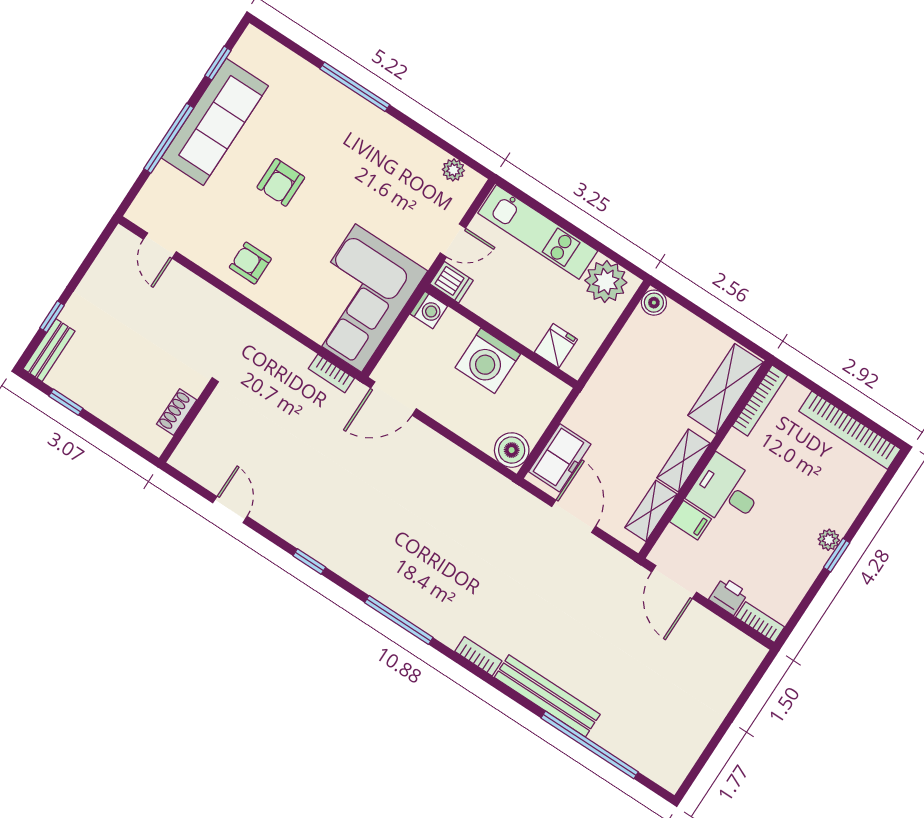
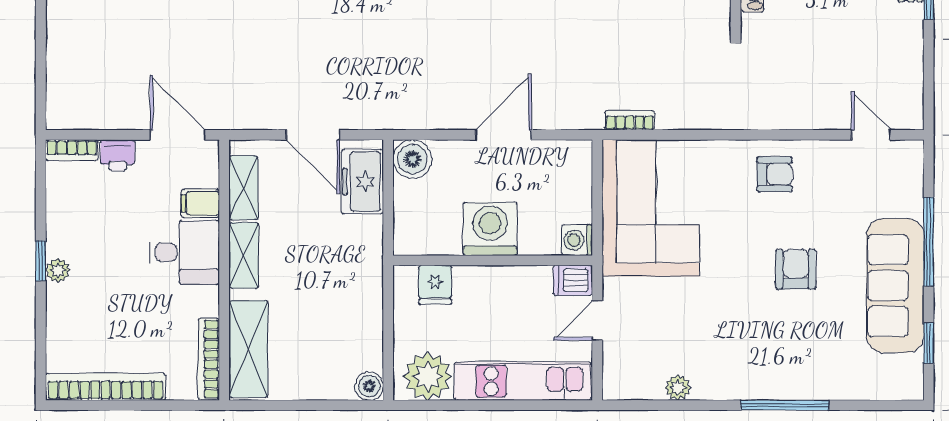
plant: (453, 170) -> (678, 388), moved
door: (393, 398) -> (504, 135), moved

